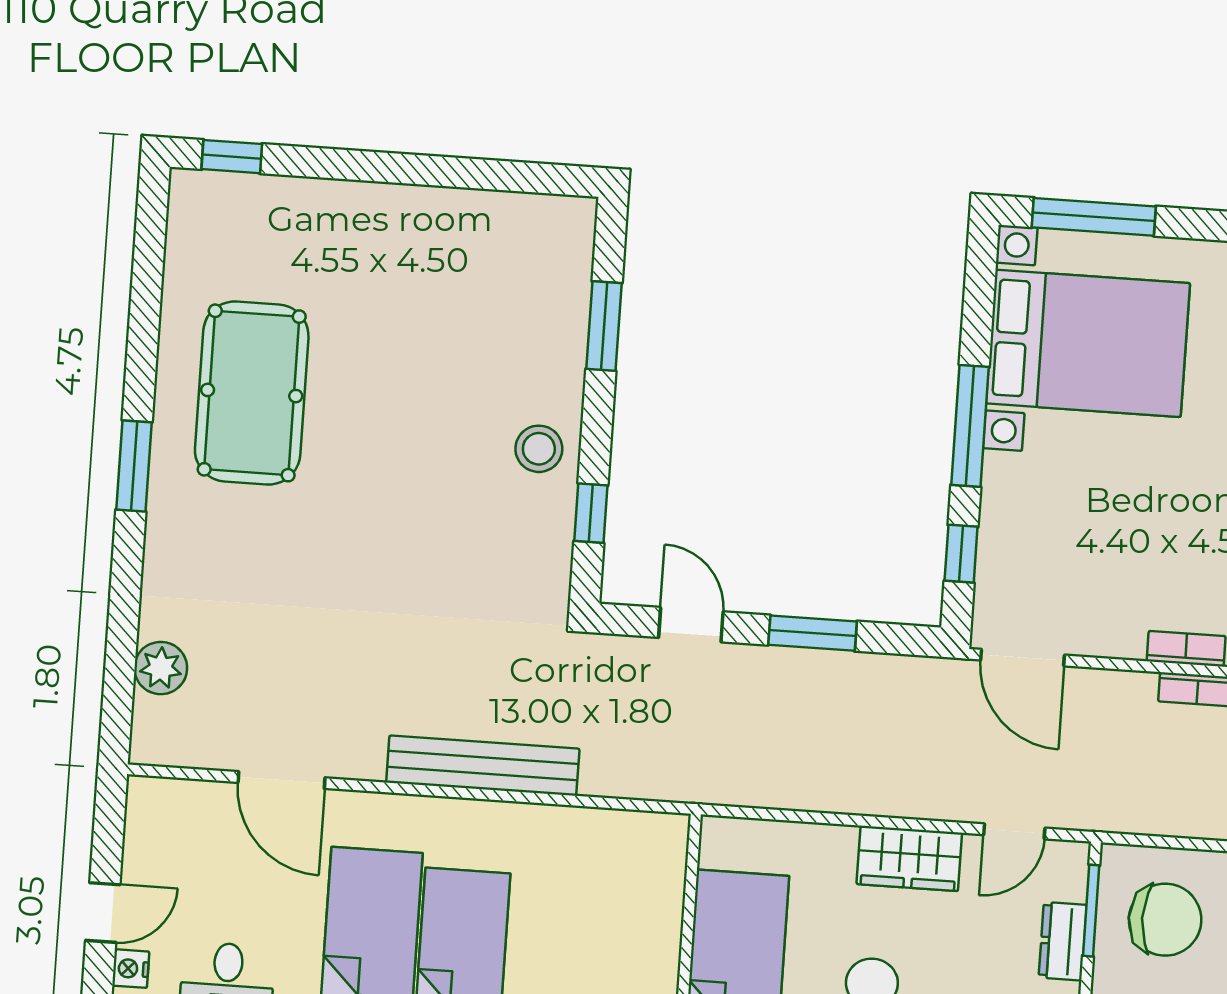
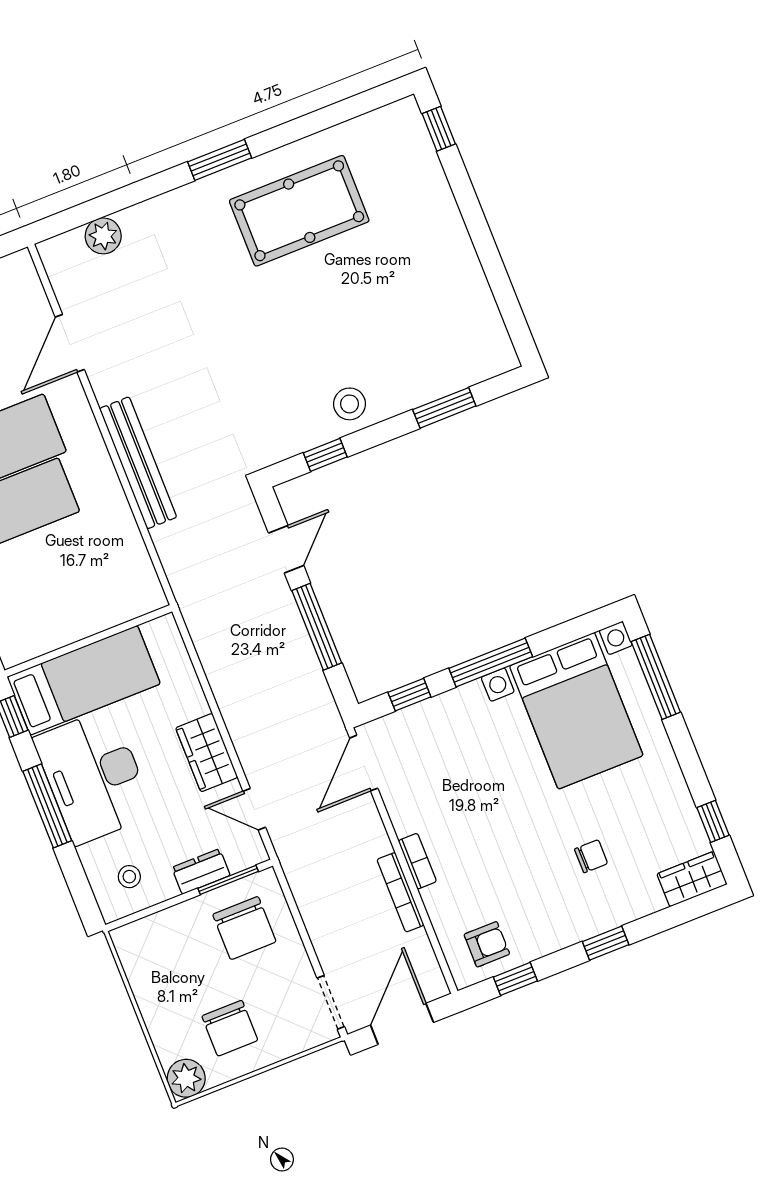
window: (813, 633) -> (317, 627), width x1.44

